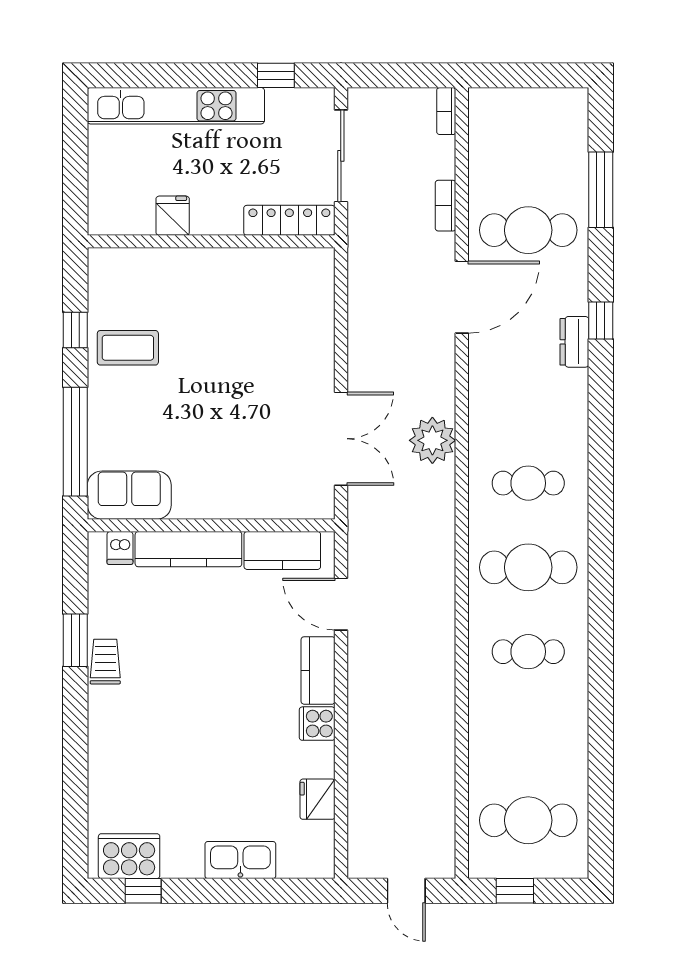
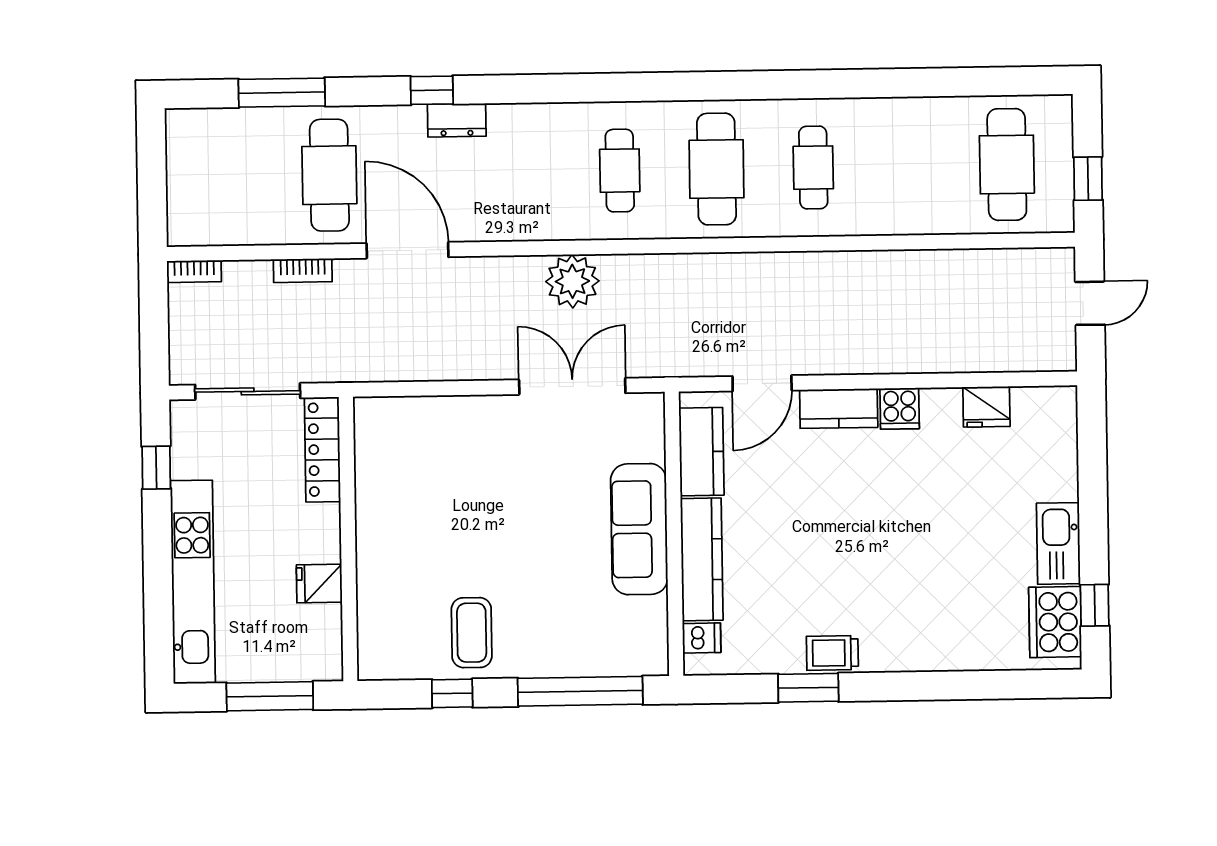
window: (75, 171) -> (270, 696), added
sofa: (129, 495) -> (639, 529), moved, width x1.36
kitchen sink: (240, 860) -> (1058, 543), moved

